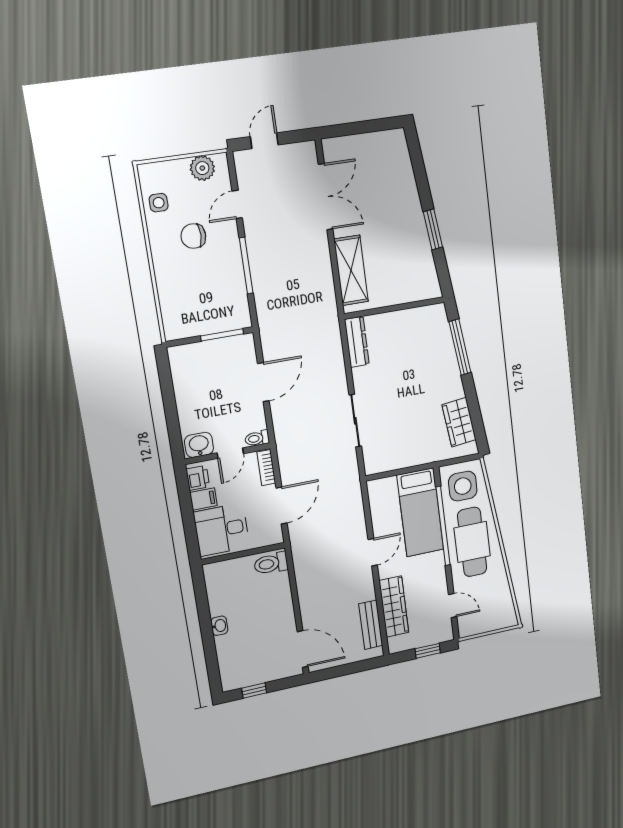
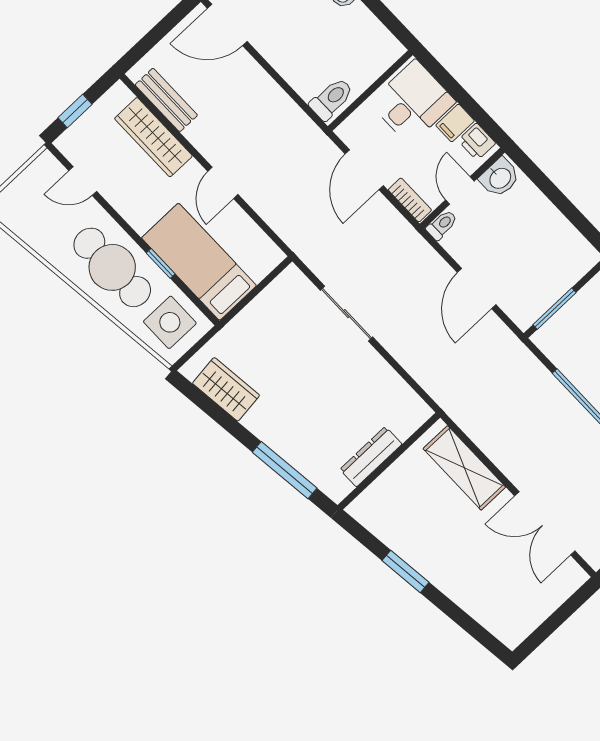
dresser: (357, 342) -> (371, 457), moved, turned 90
window: (443, 526) -> (161, 263), width x0.32

